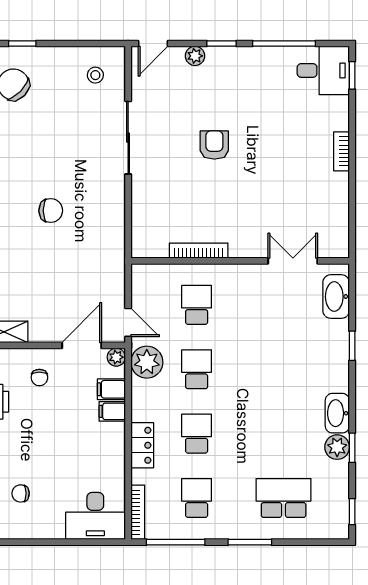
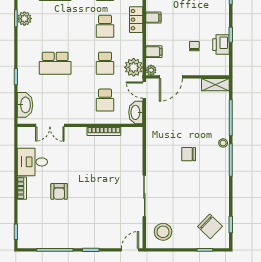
plant: (195, 56) -> (106, 243), removed
desk: (323, 70) -> (32, 162), moved
stool: (95, 75) -> (163, 232), width x1.89, depth x1.89
armchair: (214, 145) -> (59, 191), moved
school desk: (284, 369) -> (55, 63), added
chair: (39, 377) -> (194, 46), moved
filing cabinet: (112, 411) -> (153, 18), moved
washbasin: (337, 413) -> (136, 112), moved, turned 180

